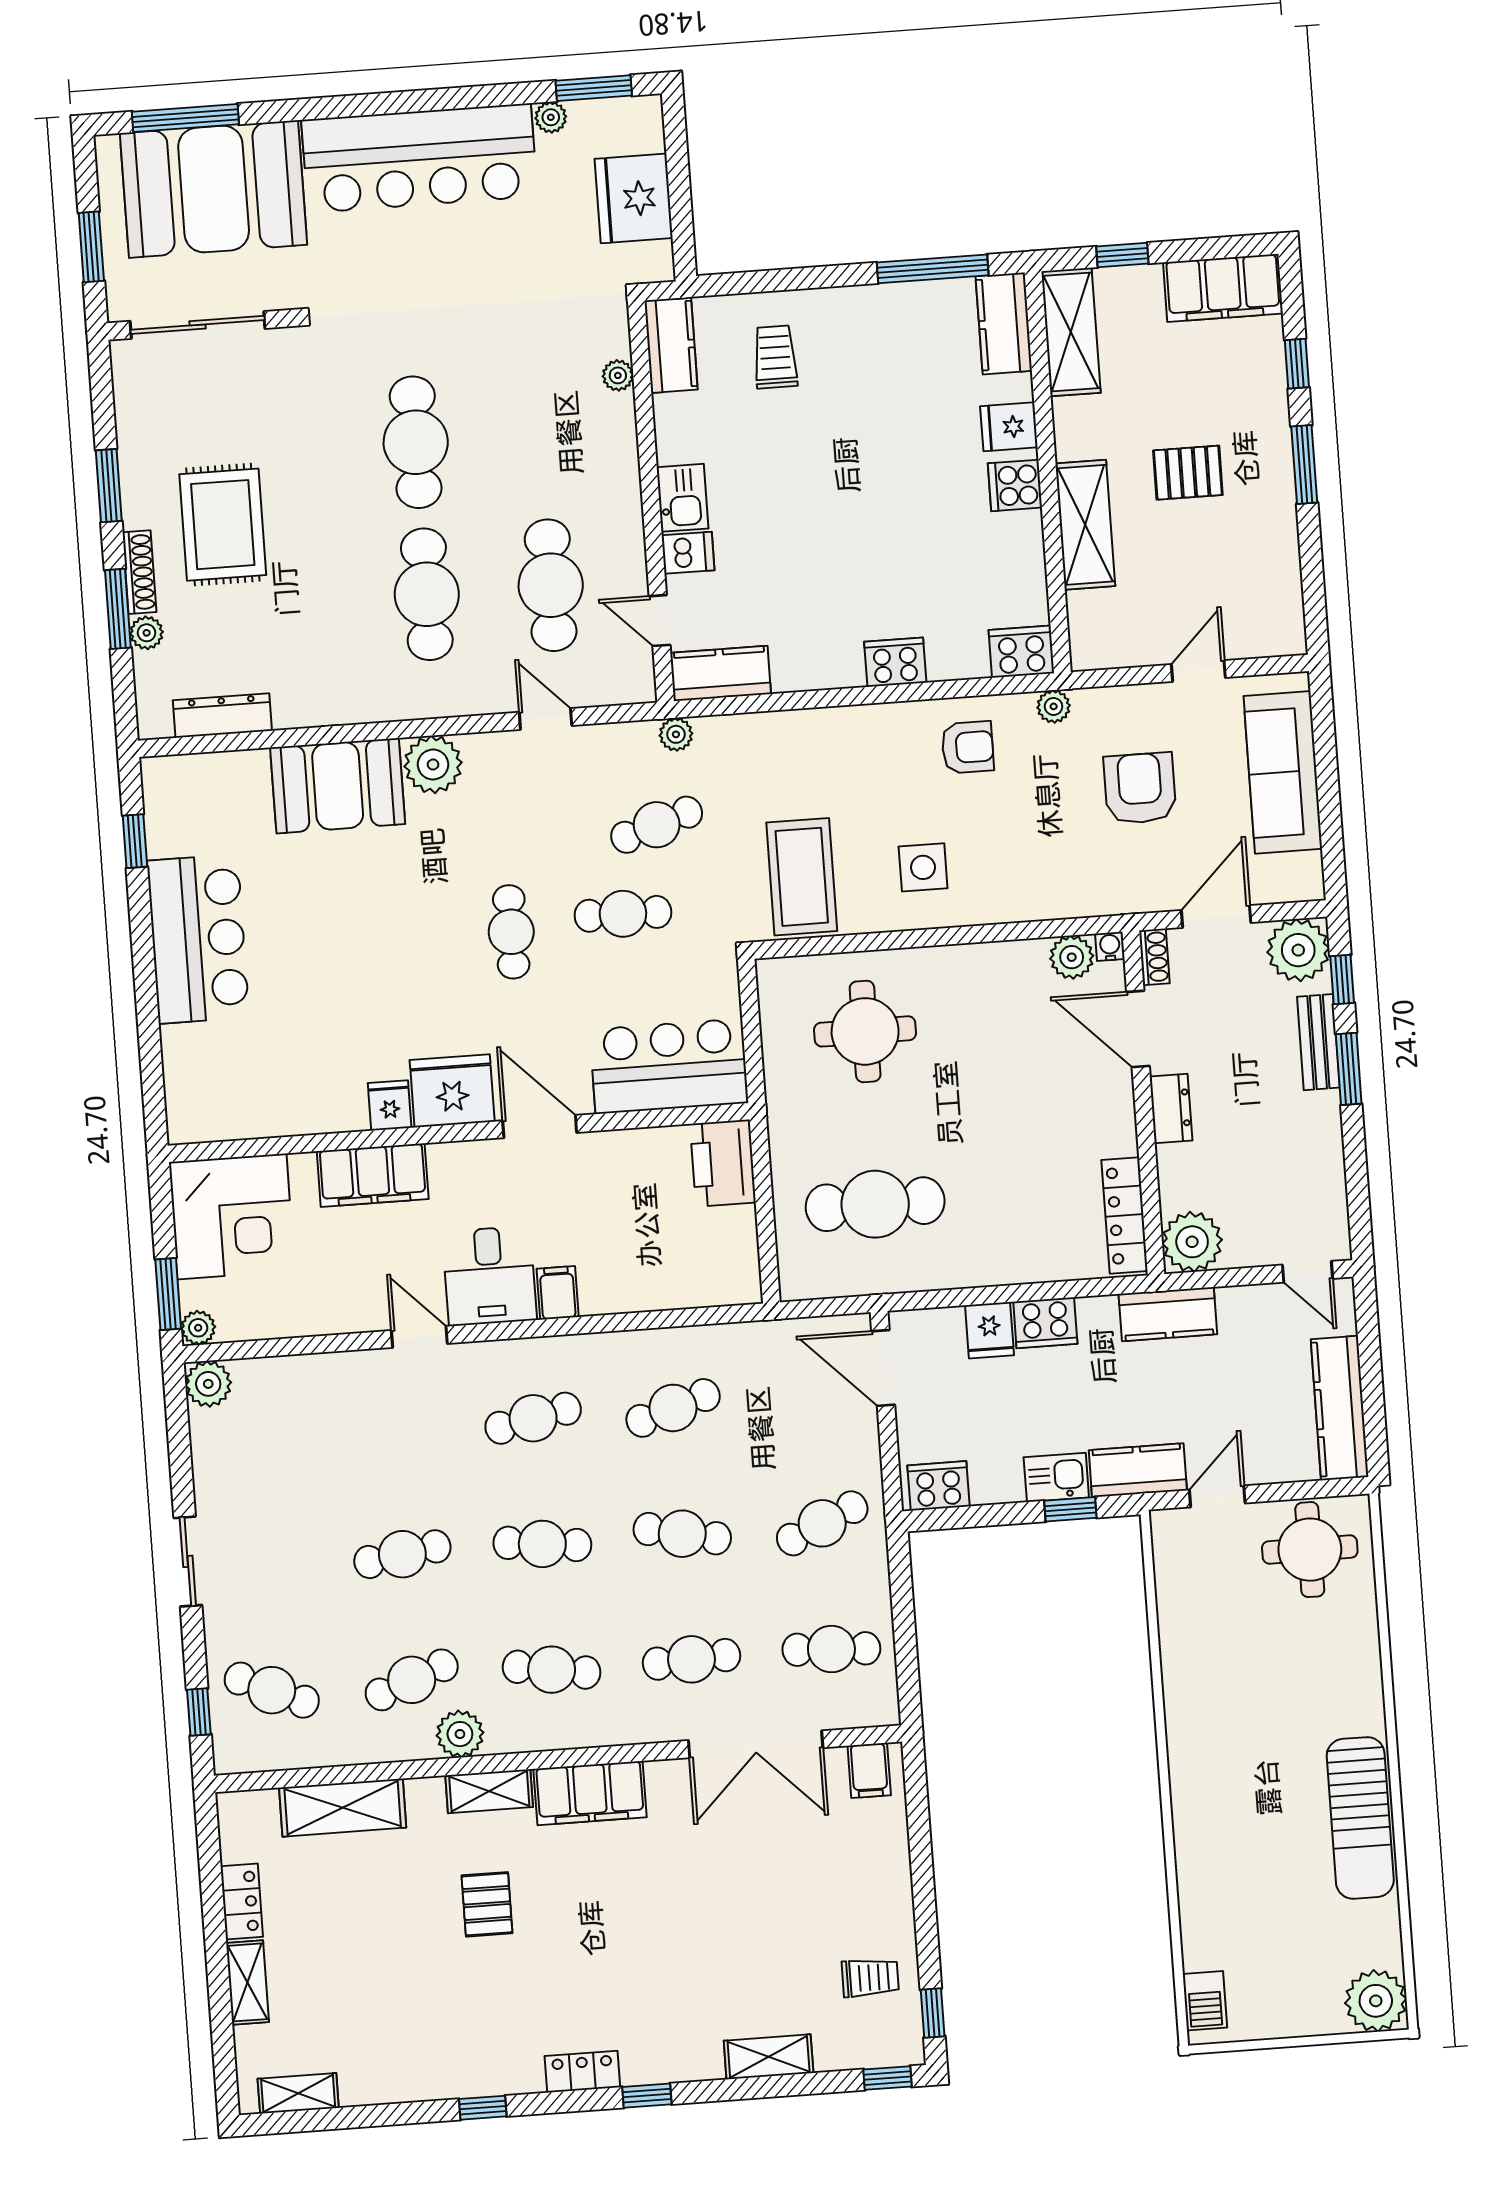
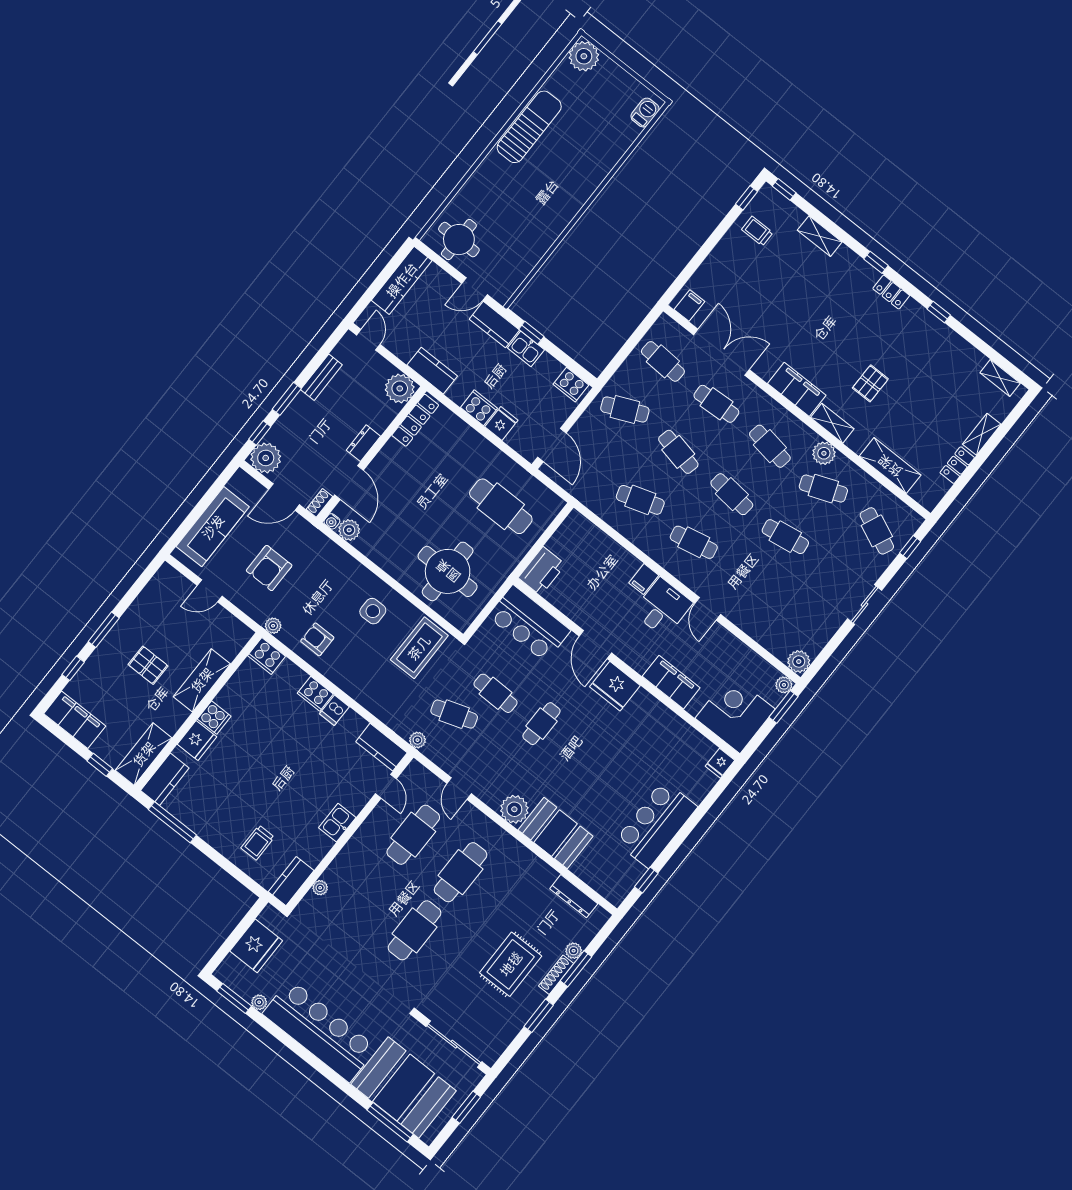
fridge: (1009, 427) -> (197, 741), width x1.38
dishwasher: (688, 553) -> (334, 710), moved, turned -90
round table: (865, 1031) -> (448, 571), width x1.36, depth x1.36
bench: (1318, 1042) -> (321, 377), moved
fridge: (390, 1105) -> (720, 763), moved

